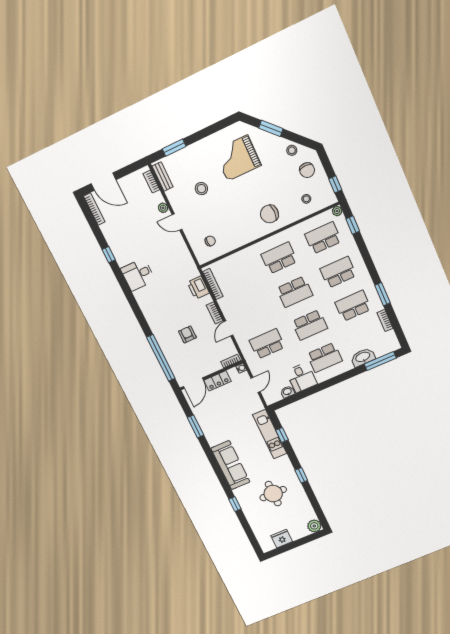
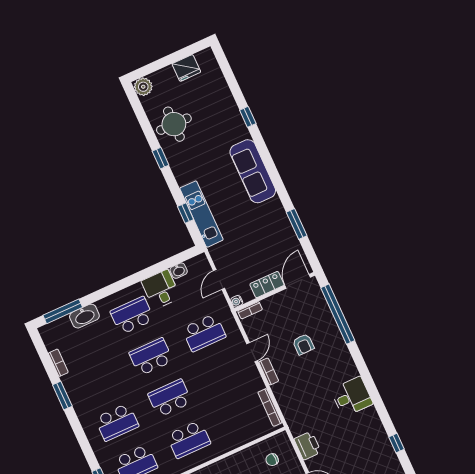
desk: (138, 275) -> (352, 397), moved
printer: (198, 288) -> (308, 446), moved
school desk: (353, 306) -> (98, 381), removed
round table: (273, 494) -> (174, 124), moved

